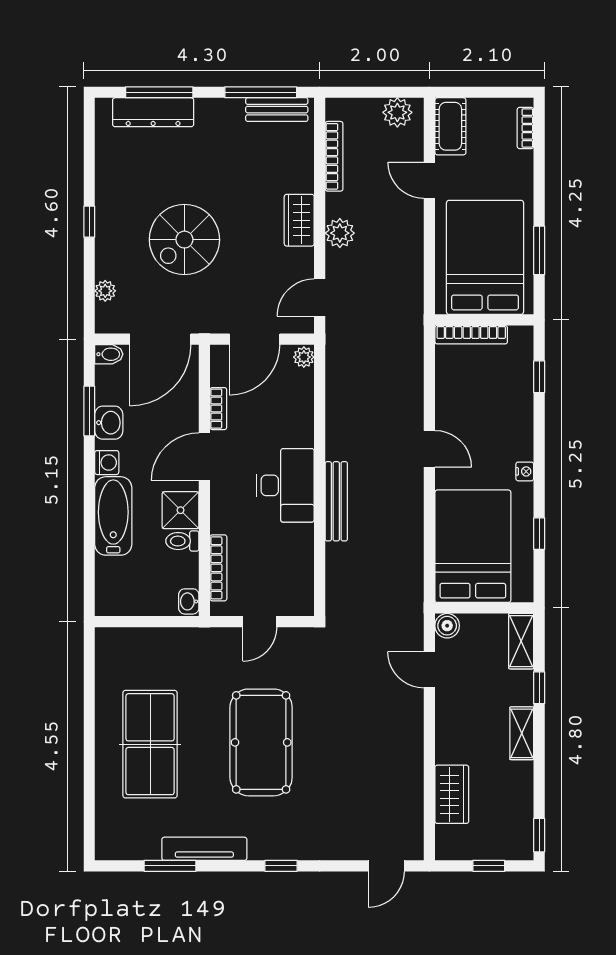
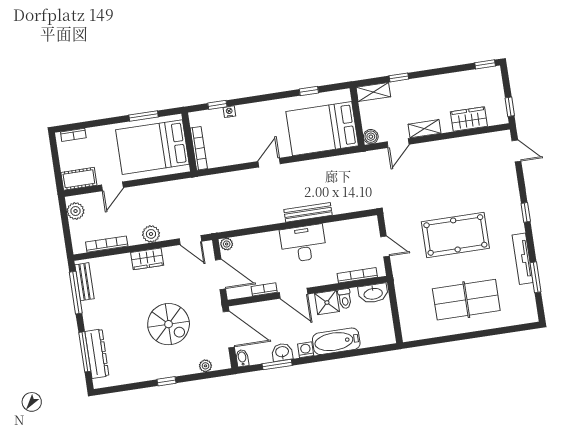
nightstand: (525, 471) -> (229, 112), moved
washbasin: (189, 601) -> (373, 293), width x1.91, depth x1.45
shelving: (522, 733) -> (424, 129), moved
window: (489, 866) -> (510, 107), moved

